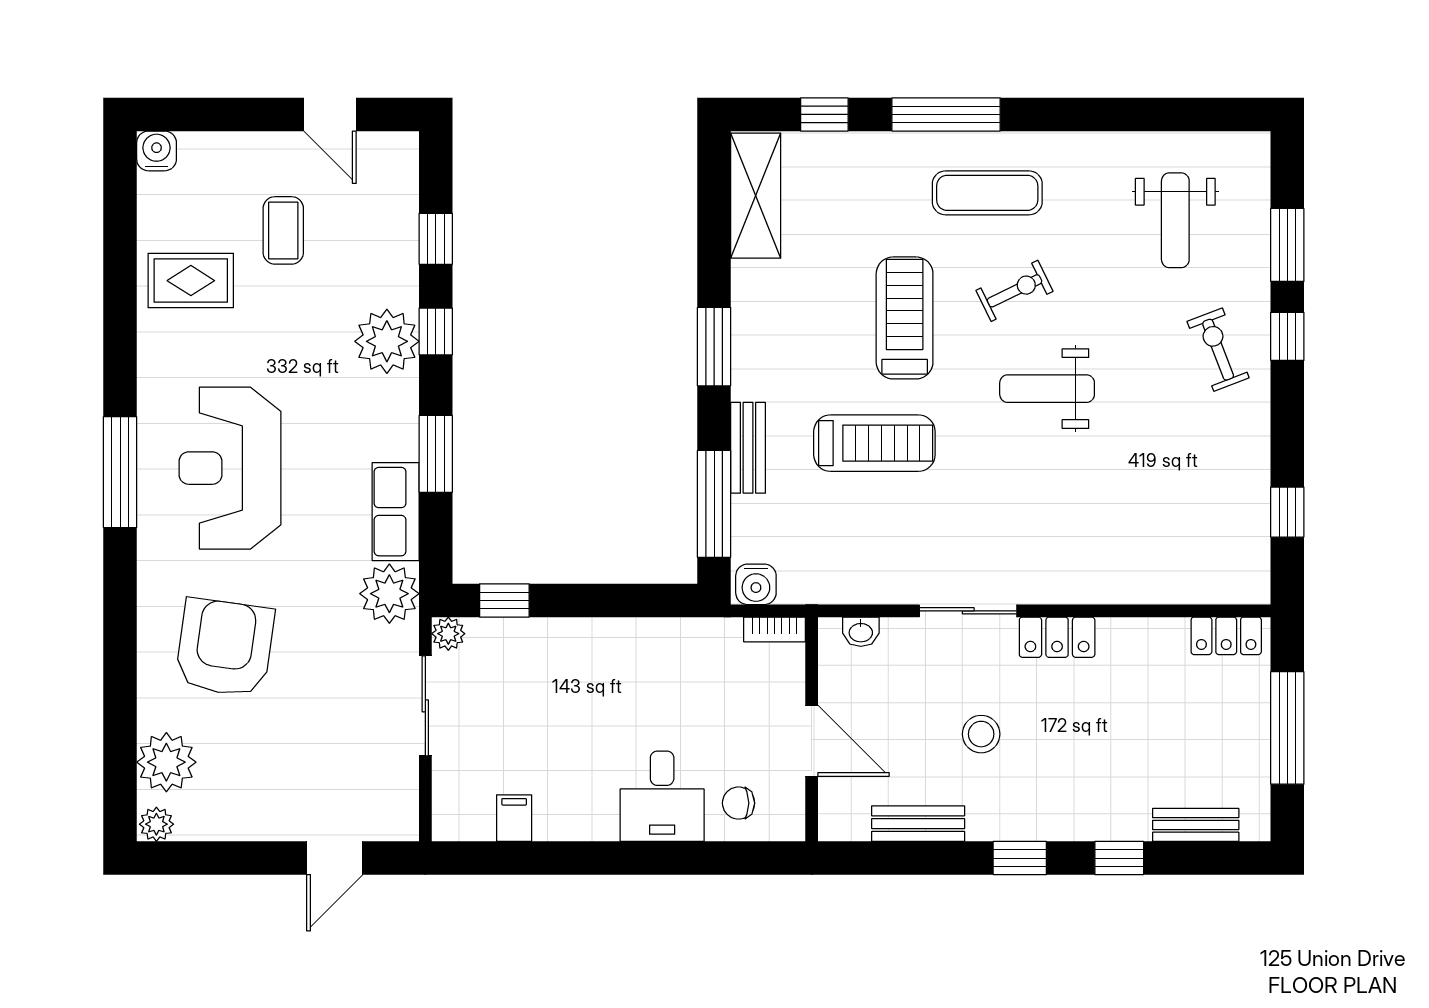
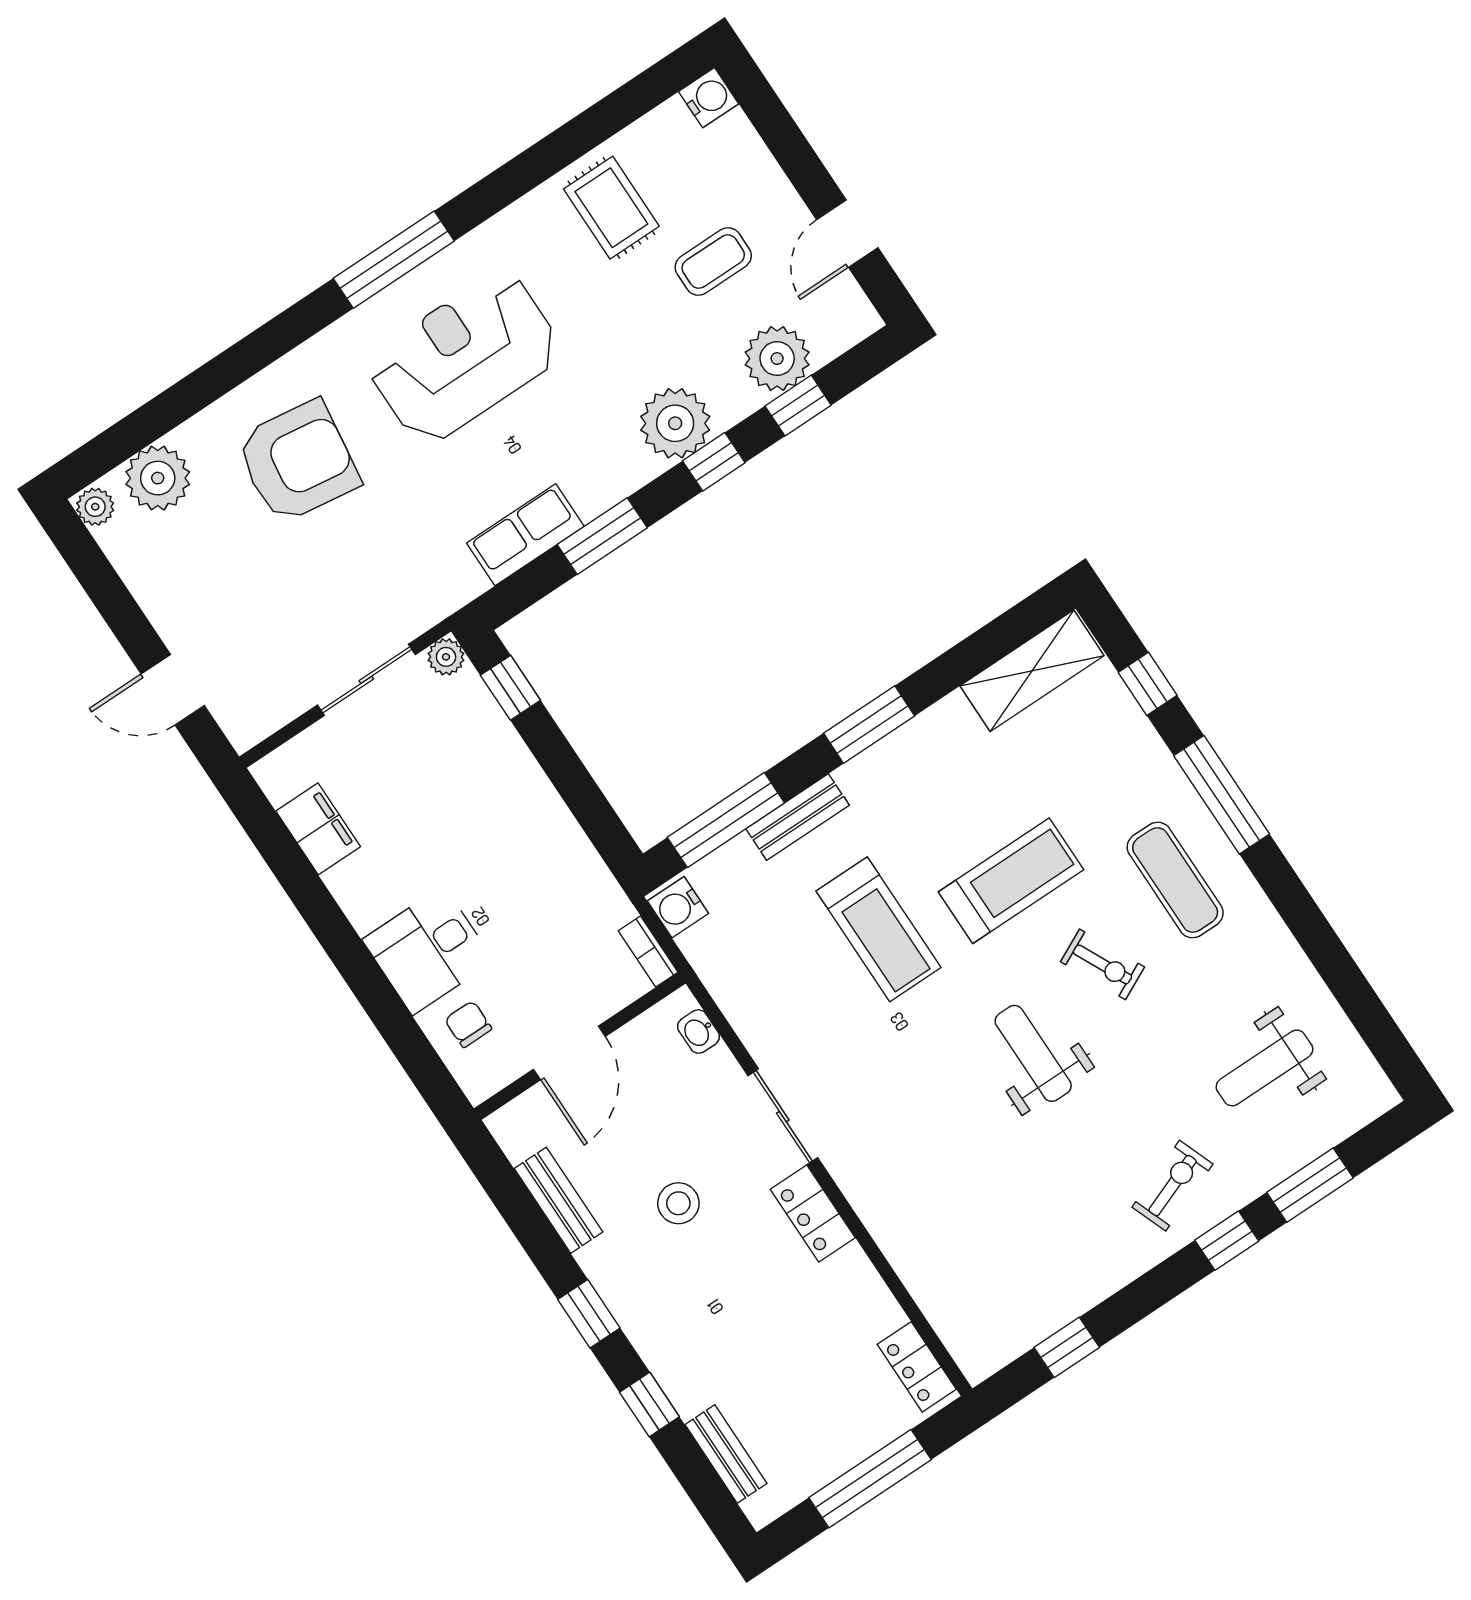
plant: (389, 594) -> (777, 359), moved
filing cabinet: (514, 818) -> (318, 829), width x2.00

